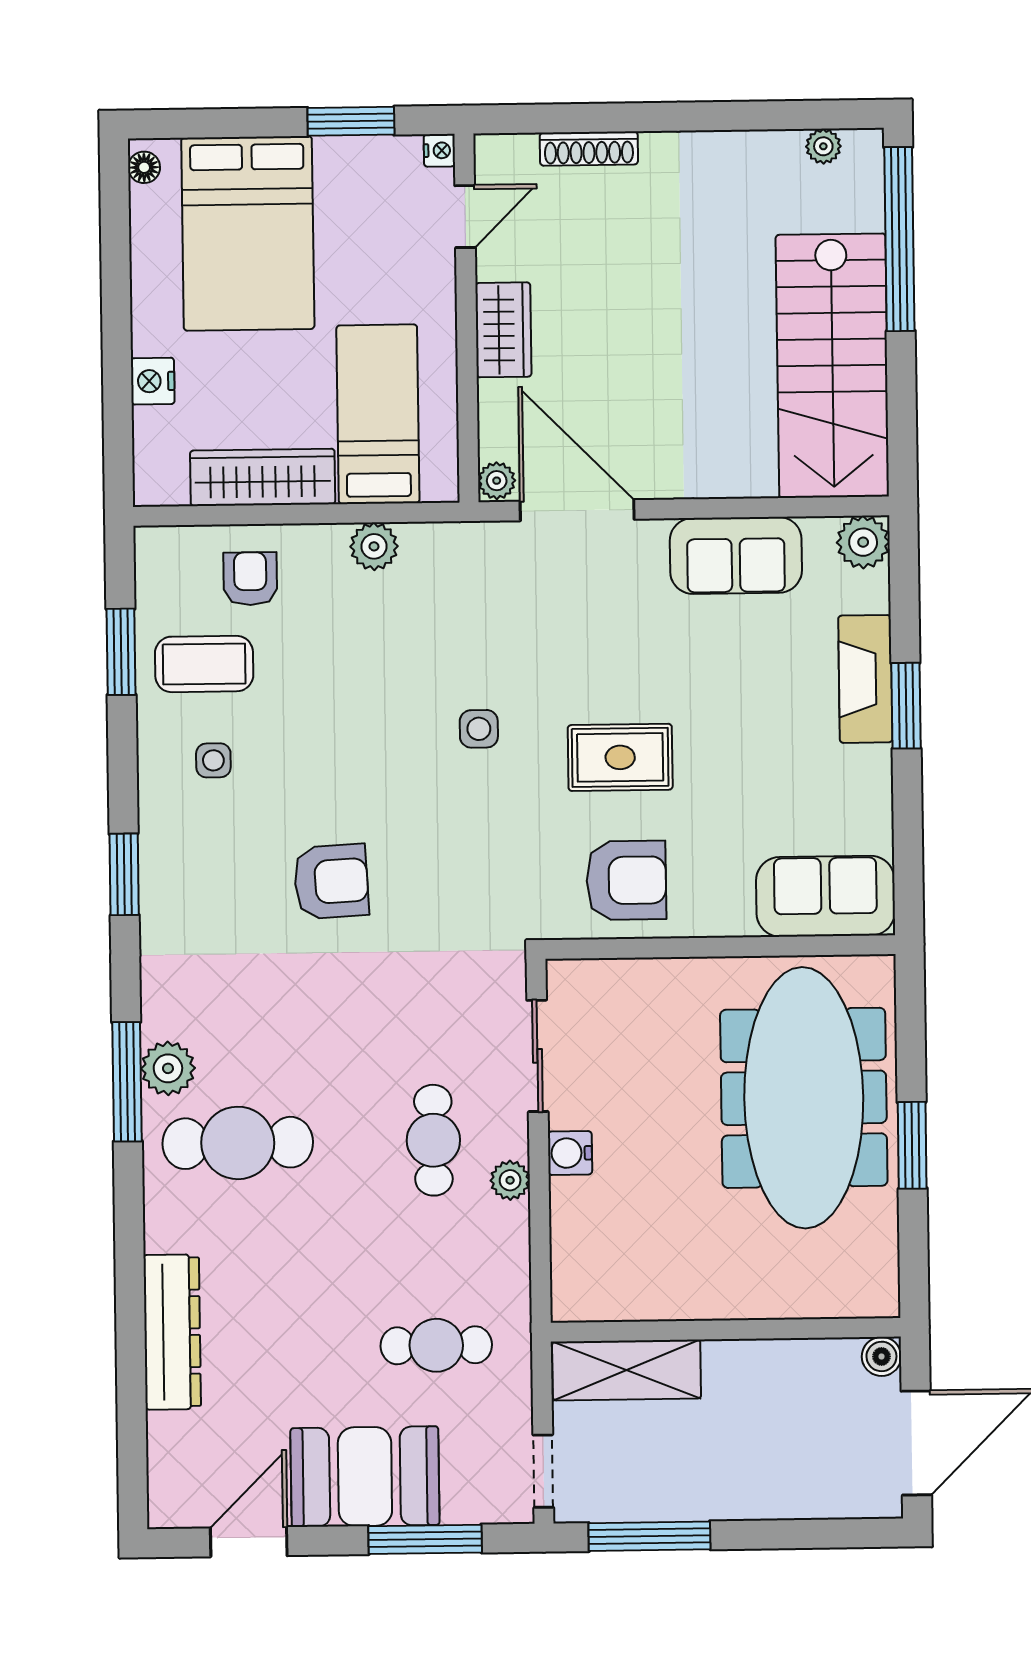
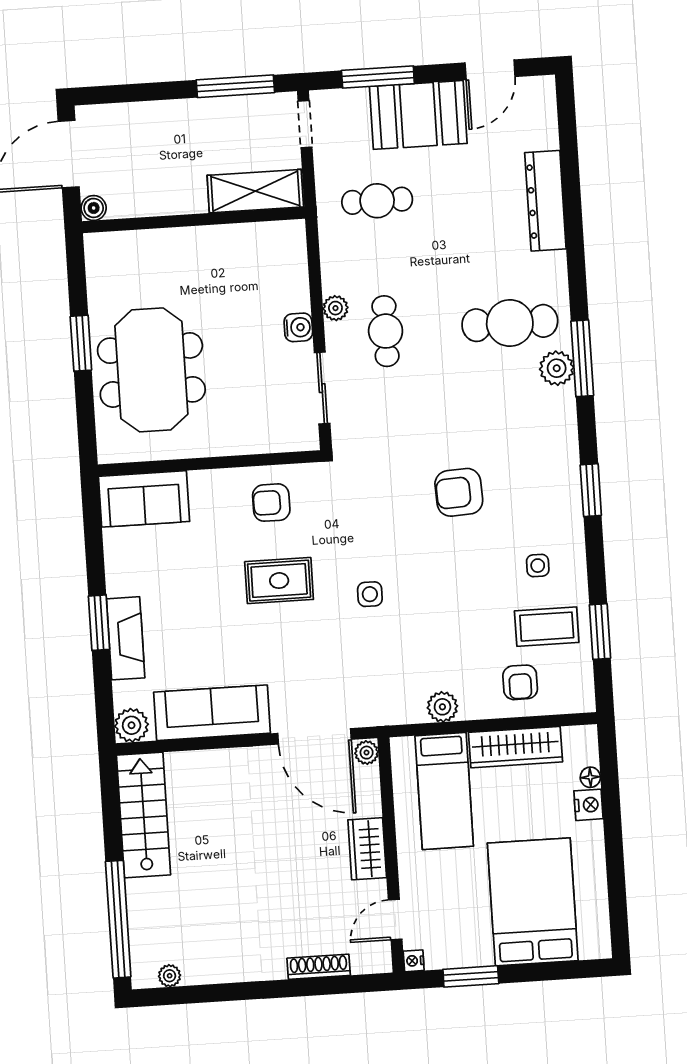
floor lamp: (144, 167) -> (590, 777), moved
stairs: (832, 366) -> (144, 815), width x0.73, depth x0.66
sofa: (736, 555) -> (212, 713), width x1.36
armchair: (626, 880) -> (271, 503), width x0.72, depth x0.72
meeting table: (804, 1098) -> (151, 370), width x0.73

